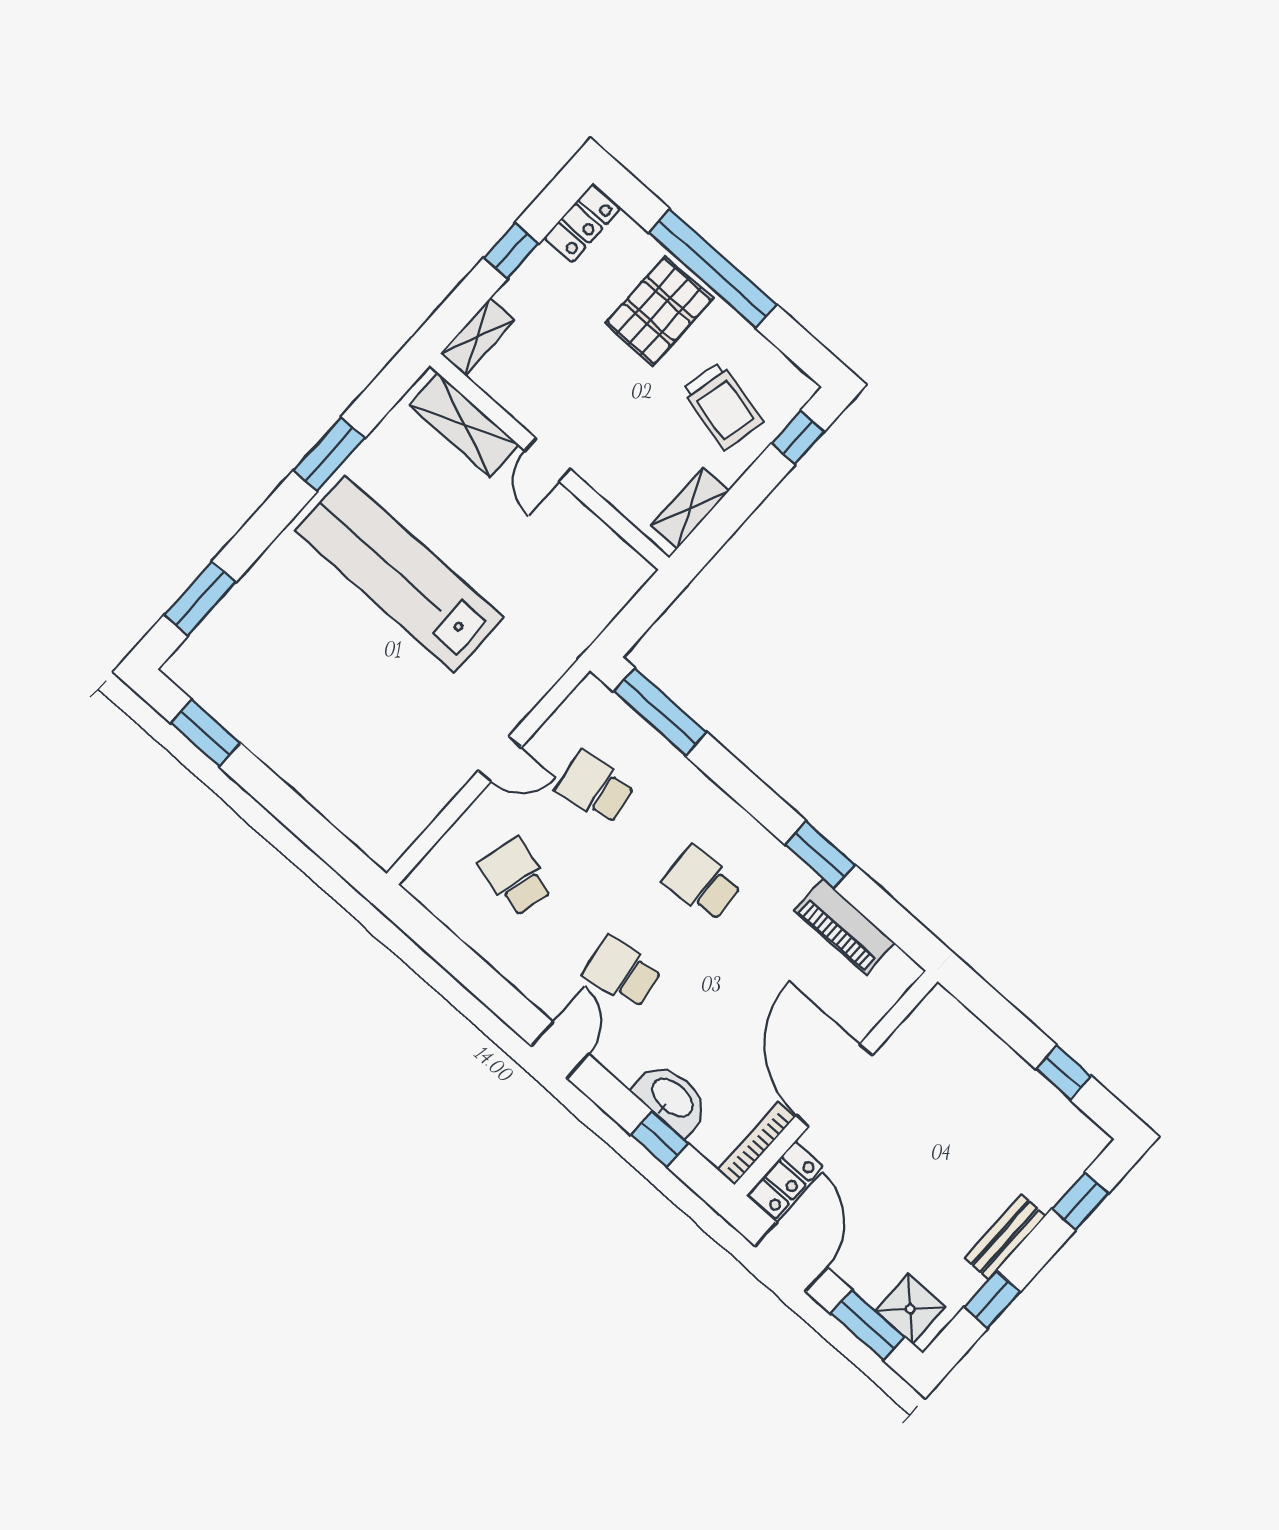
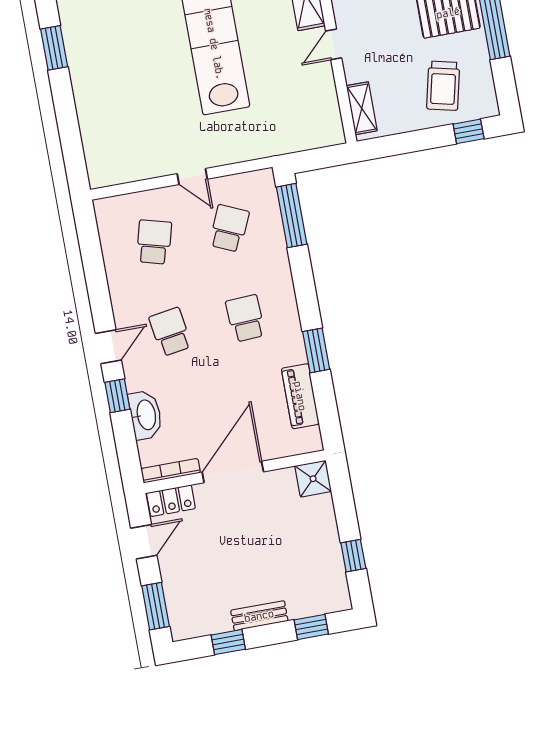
shelving: (690, 508) -> (362, 108), moved, turned 90
school desk: (595, 788) -> (229, 228), turned 33
window: (660, 1139) -> (117, 396), moved
door: (791, 1257) -> (144, 542), width x0.73
shower: (910, 1309) -> (313, 479), moved

